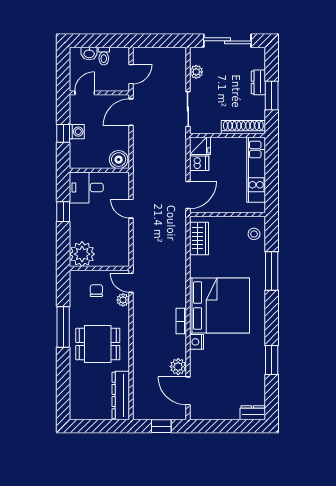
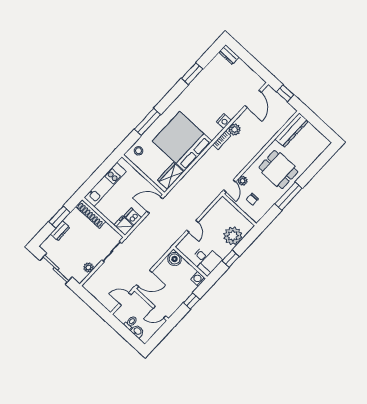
washing machine: (77, 132) -> (198, 279), moved
plant: (82, 254) -> (233, 236), moved
bed: (219, 305) -> (182, 141), moved
plant: (178, 367) -> (234, 130), moved

